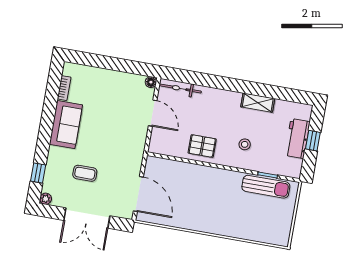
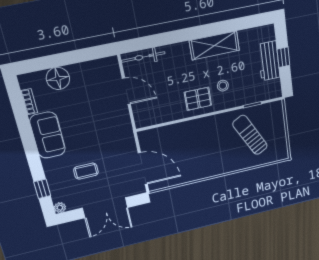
floor lamp: (151, 82) -> (58, 78), moved, width x1.89, depth x1.89
shelving: (258, 103) -> (214, 45), width x1.50, depth x1.33
pallet: (202, 146) -> (198, 99), moved
sun lounger: (266, 187) -> (250, 135), moved, turned -118

